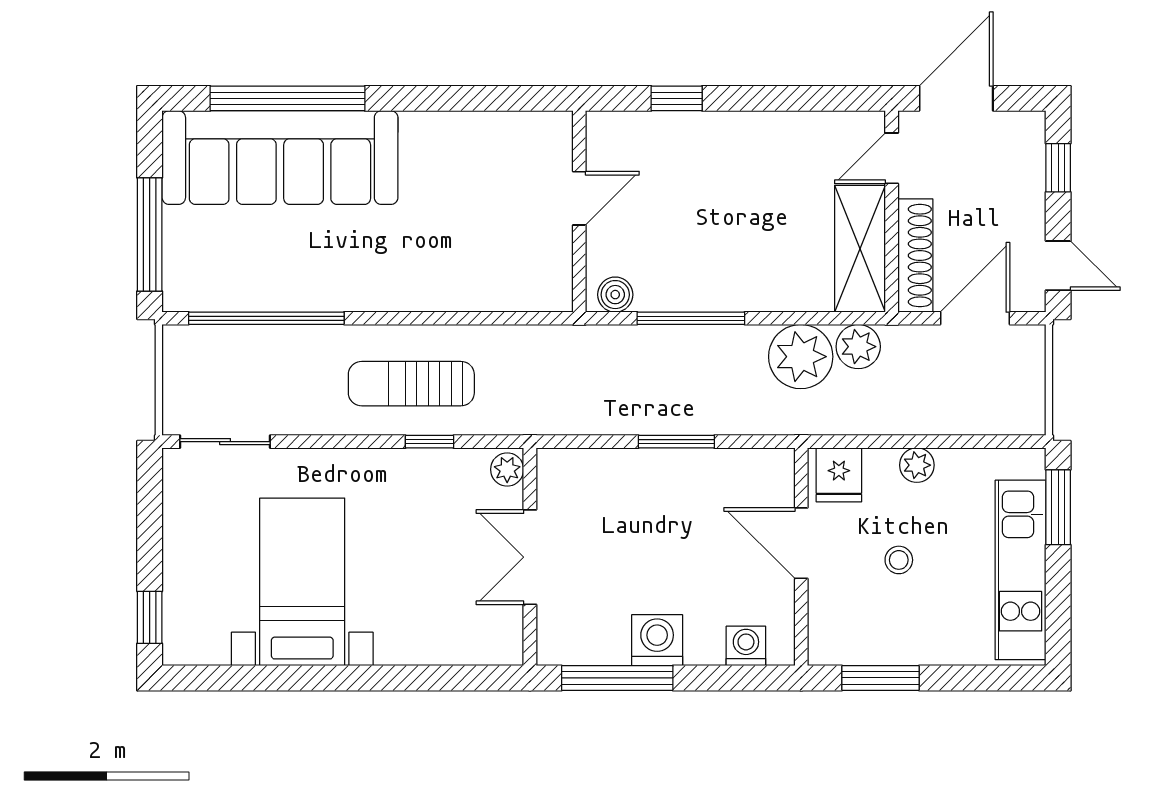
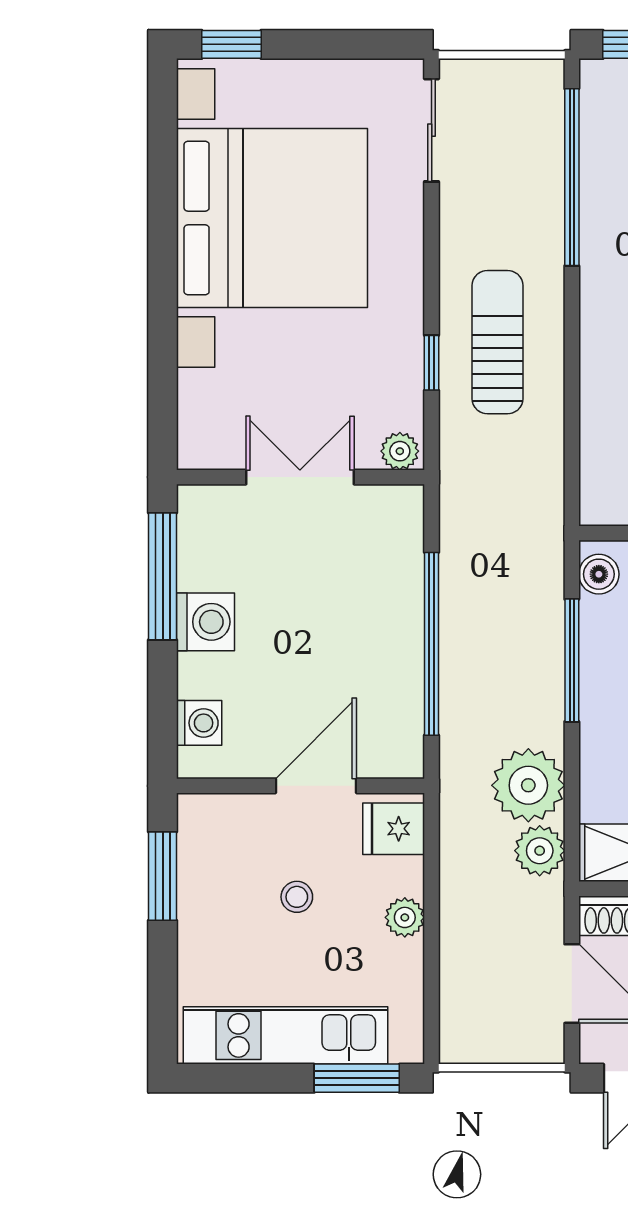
window: (676, 442) -> (432, 644), width x2.11
bed with nightstands: (302, 582) -> (272, 218), width x1.85

